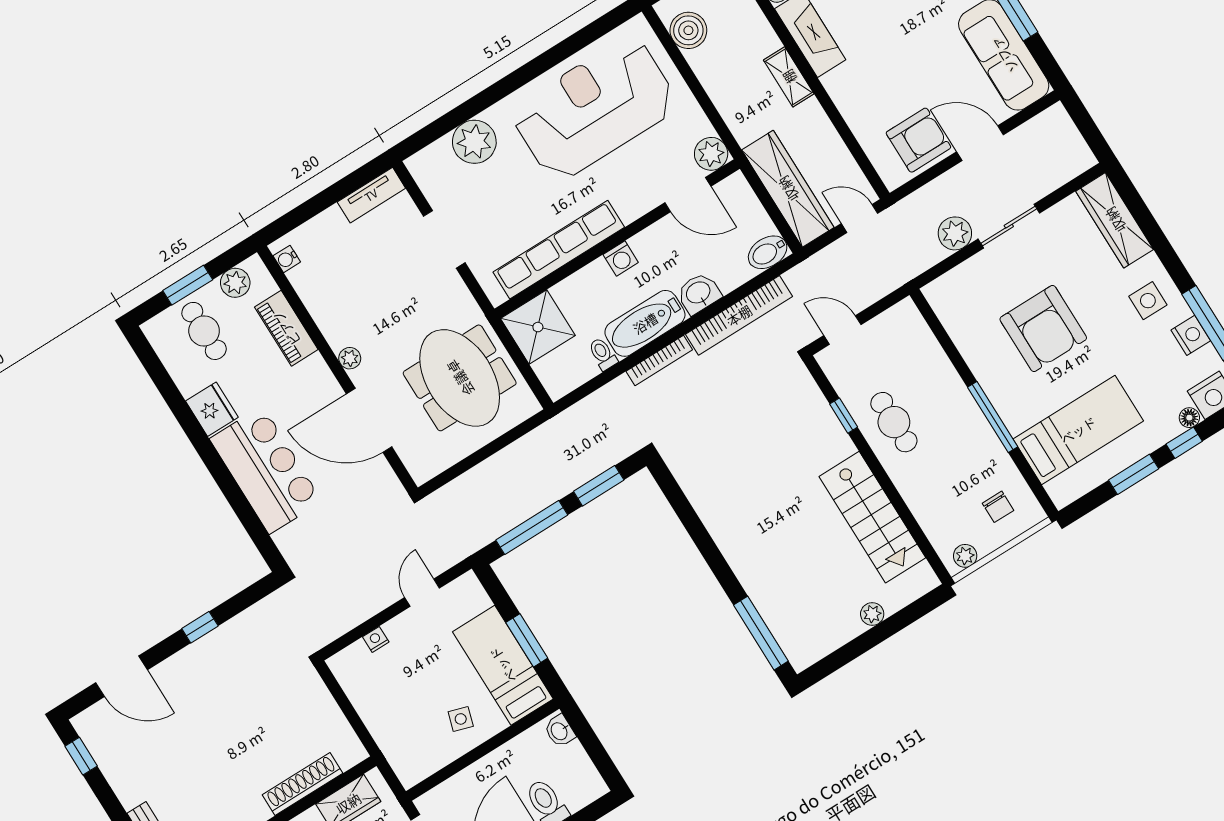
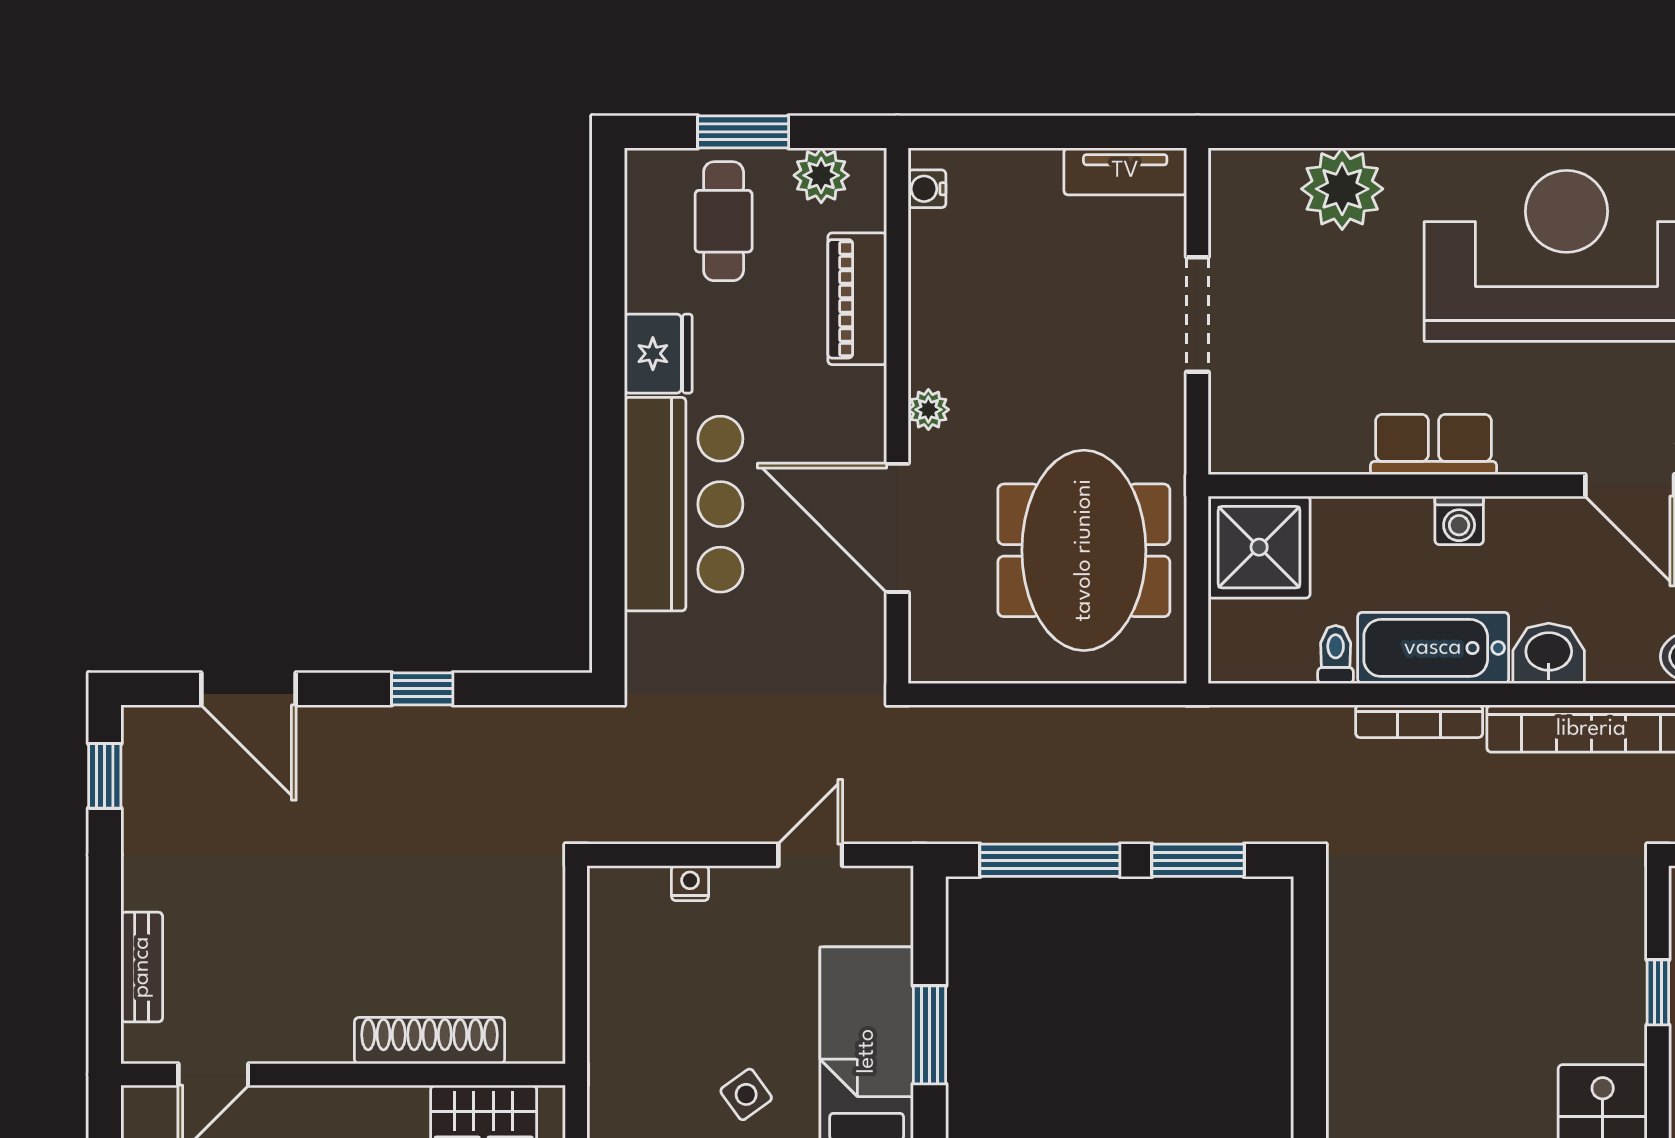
row of seats: (559, 250) -> (1434, 445), width x0.50
side table: (461, 719) -> (746, 1094), turned 37

